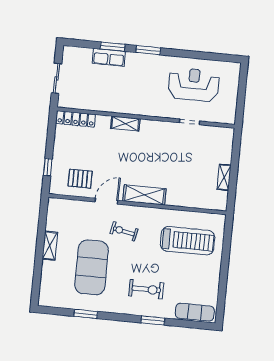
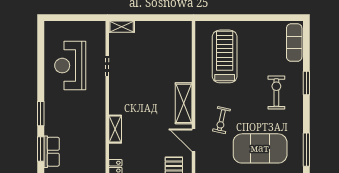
shelving: (224, 177) -> (122, 27), moved
window: (86, 314) -> (306, 150), width x1.44

